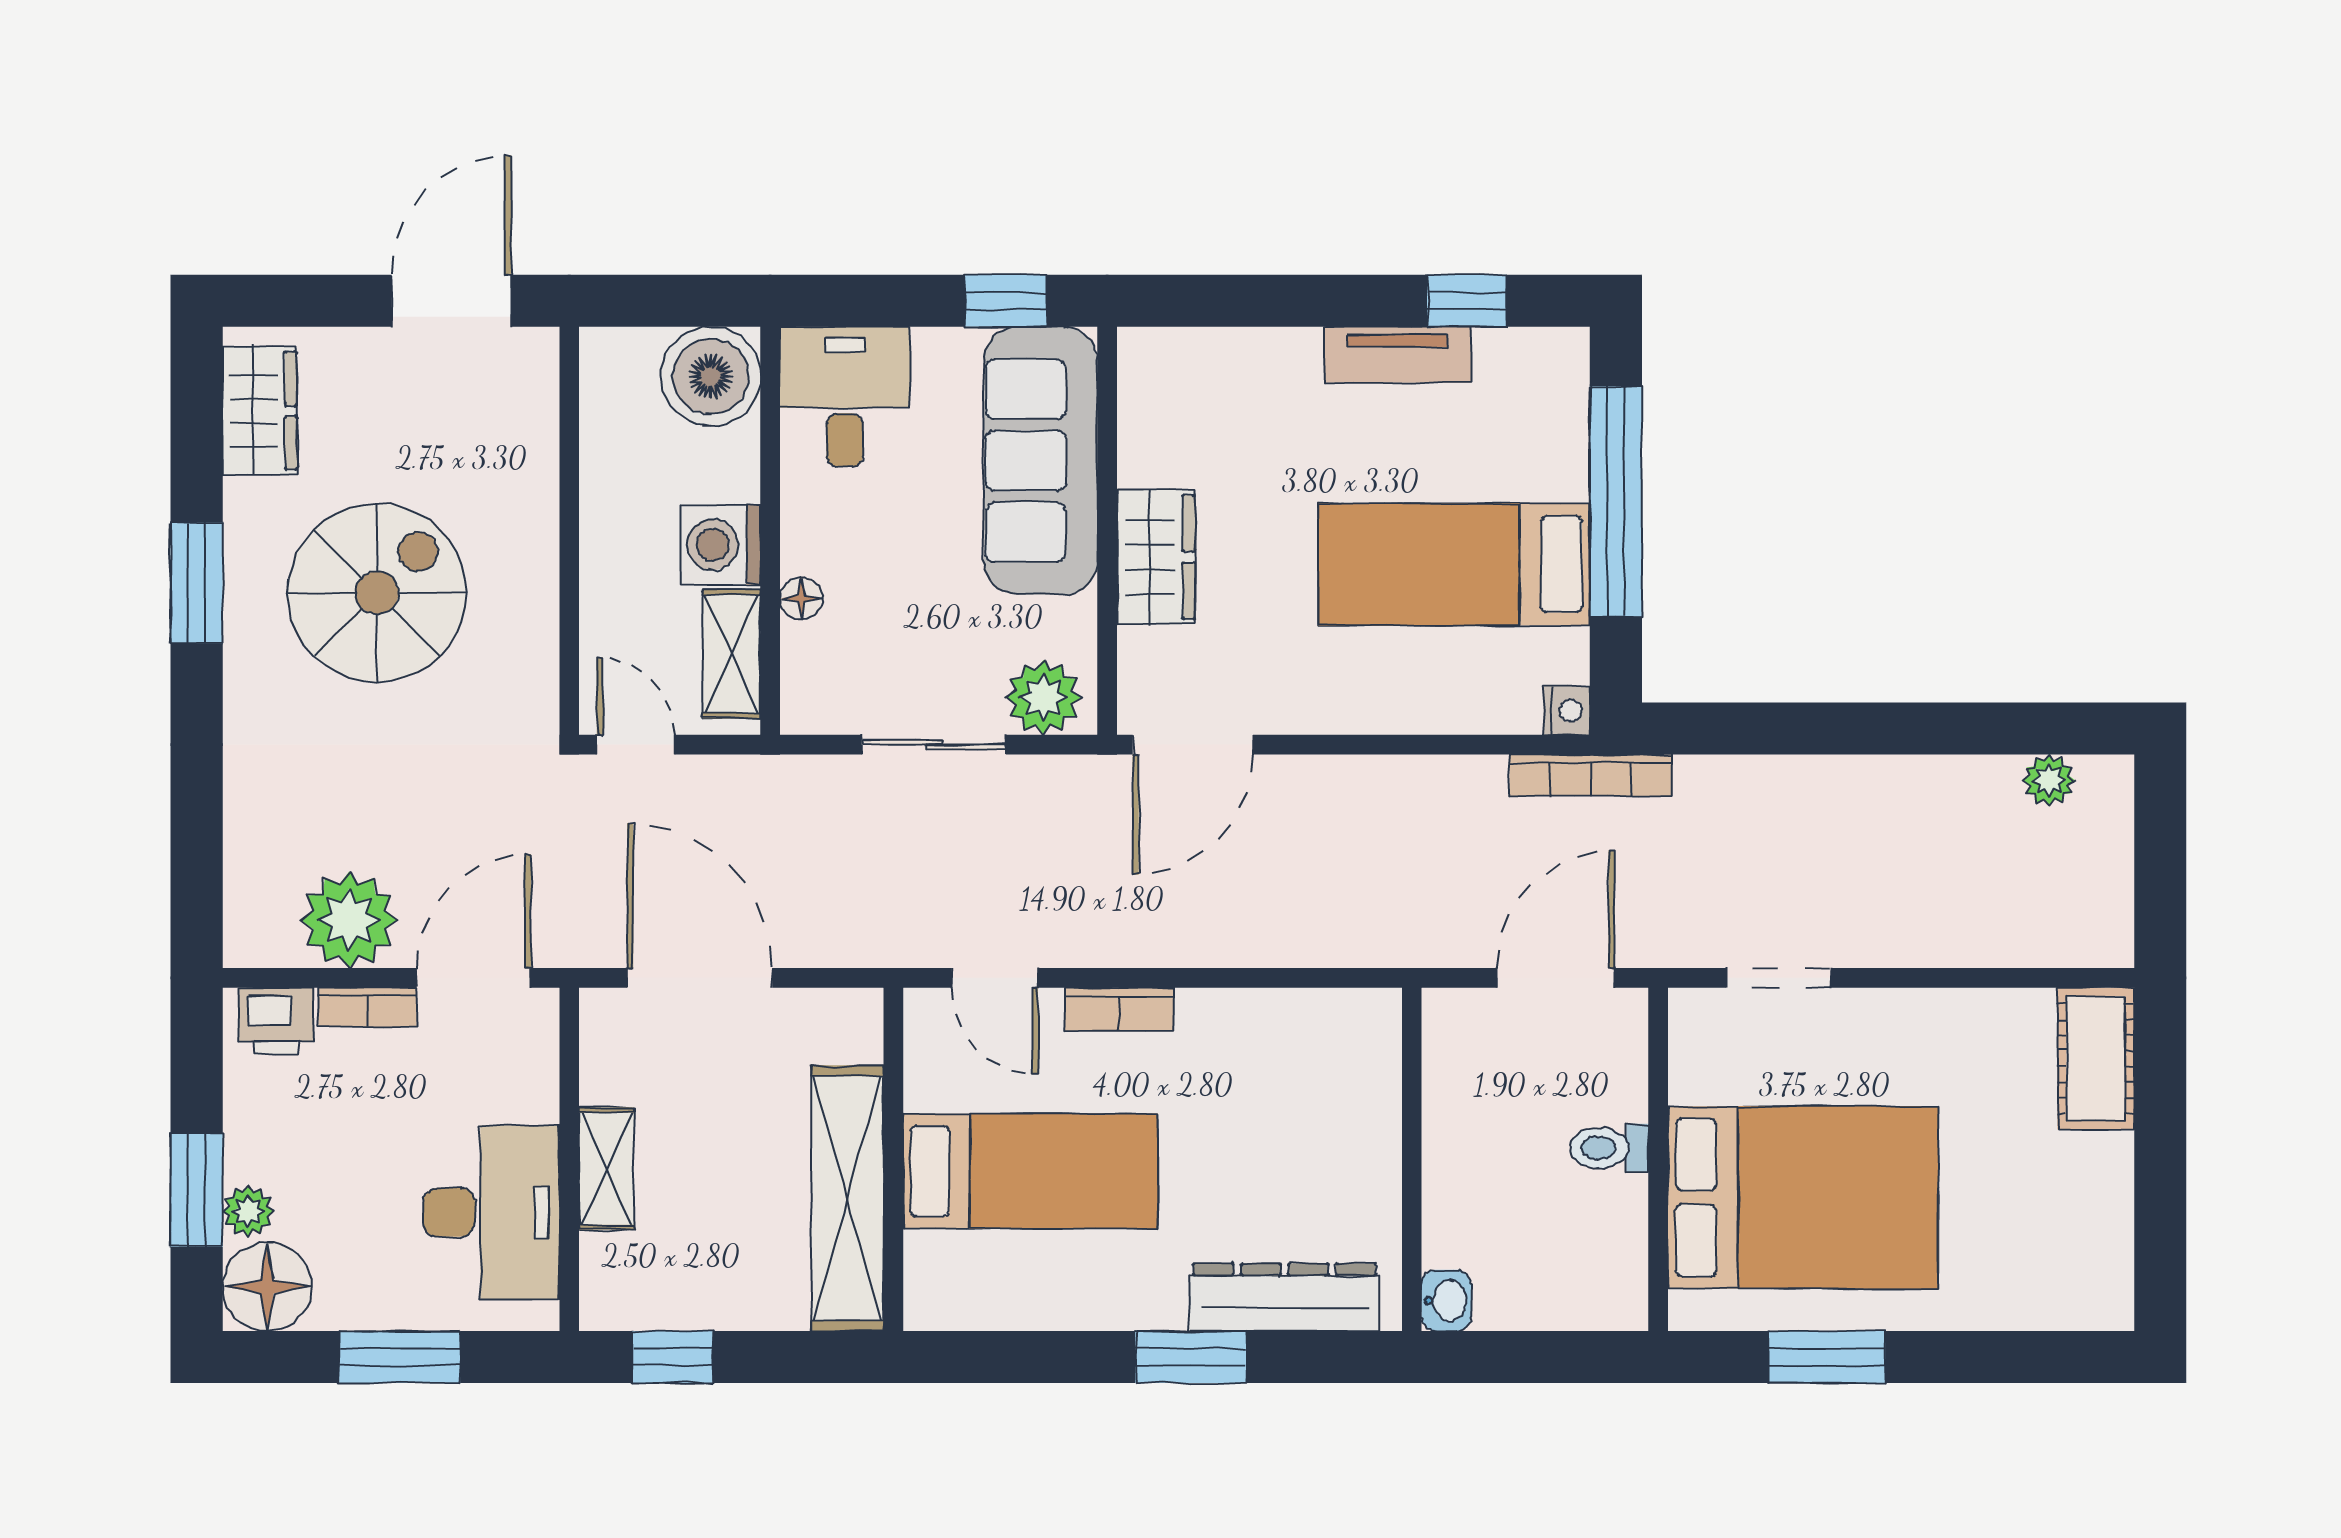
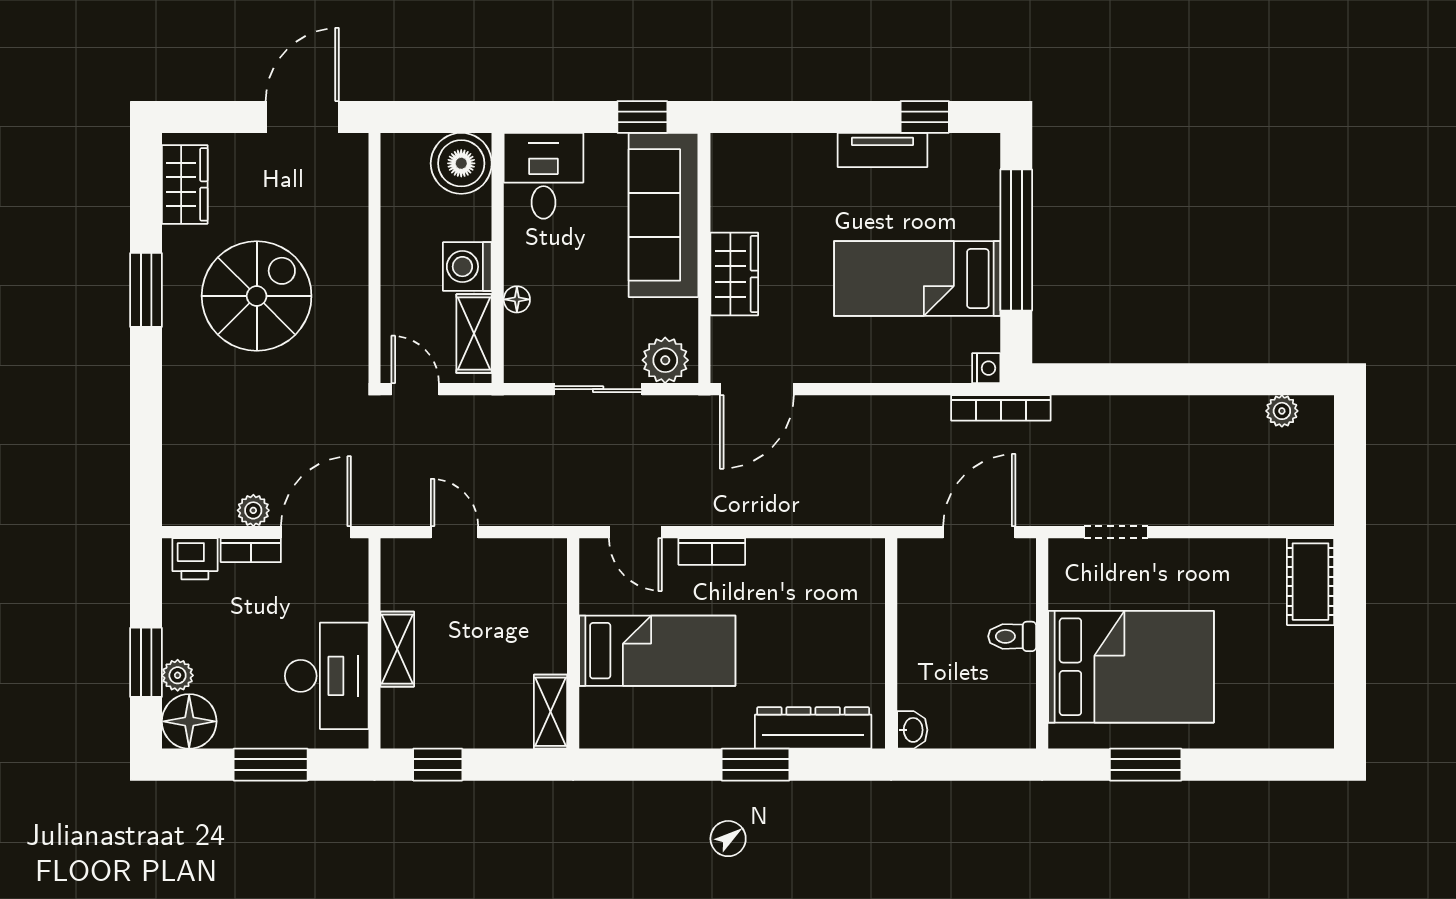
plant: (349, 920) -> (253, 510), width x0.53, depth x0.53
door: (700, 978) -> (455, 532), width x0.53
shelving: (847, 1198) -> (551, 712), width x0.45, depth x0.75

